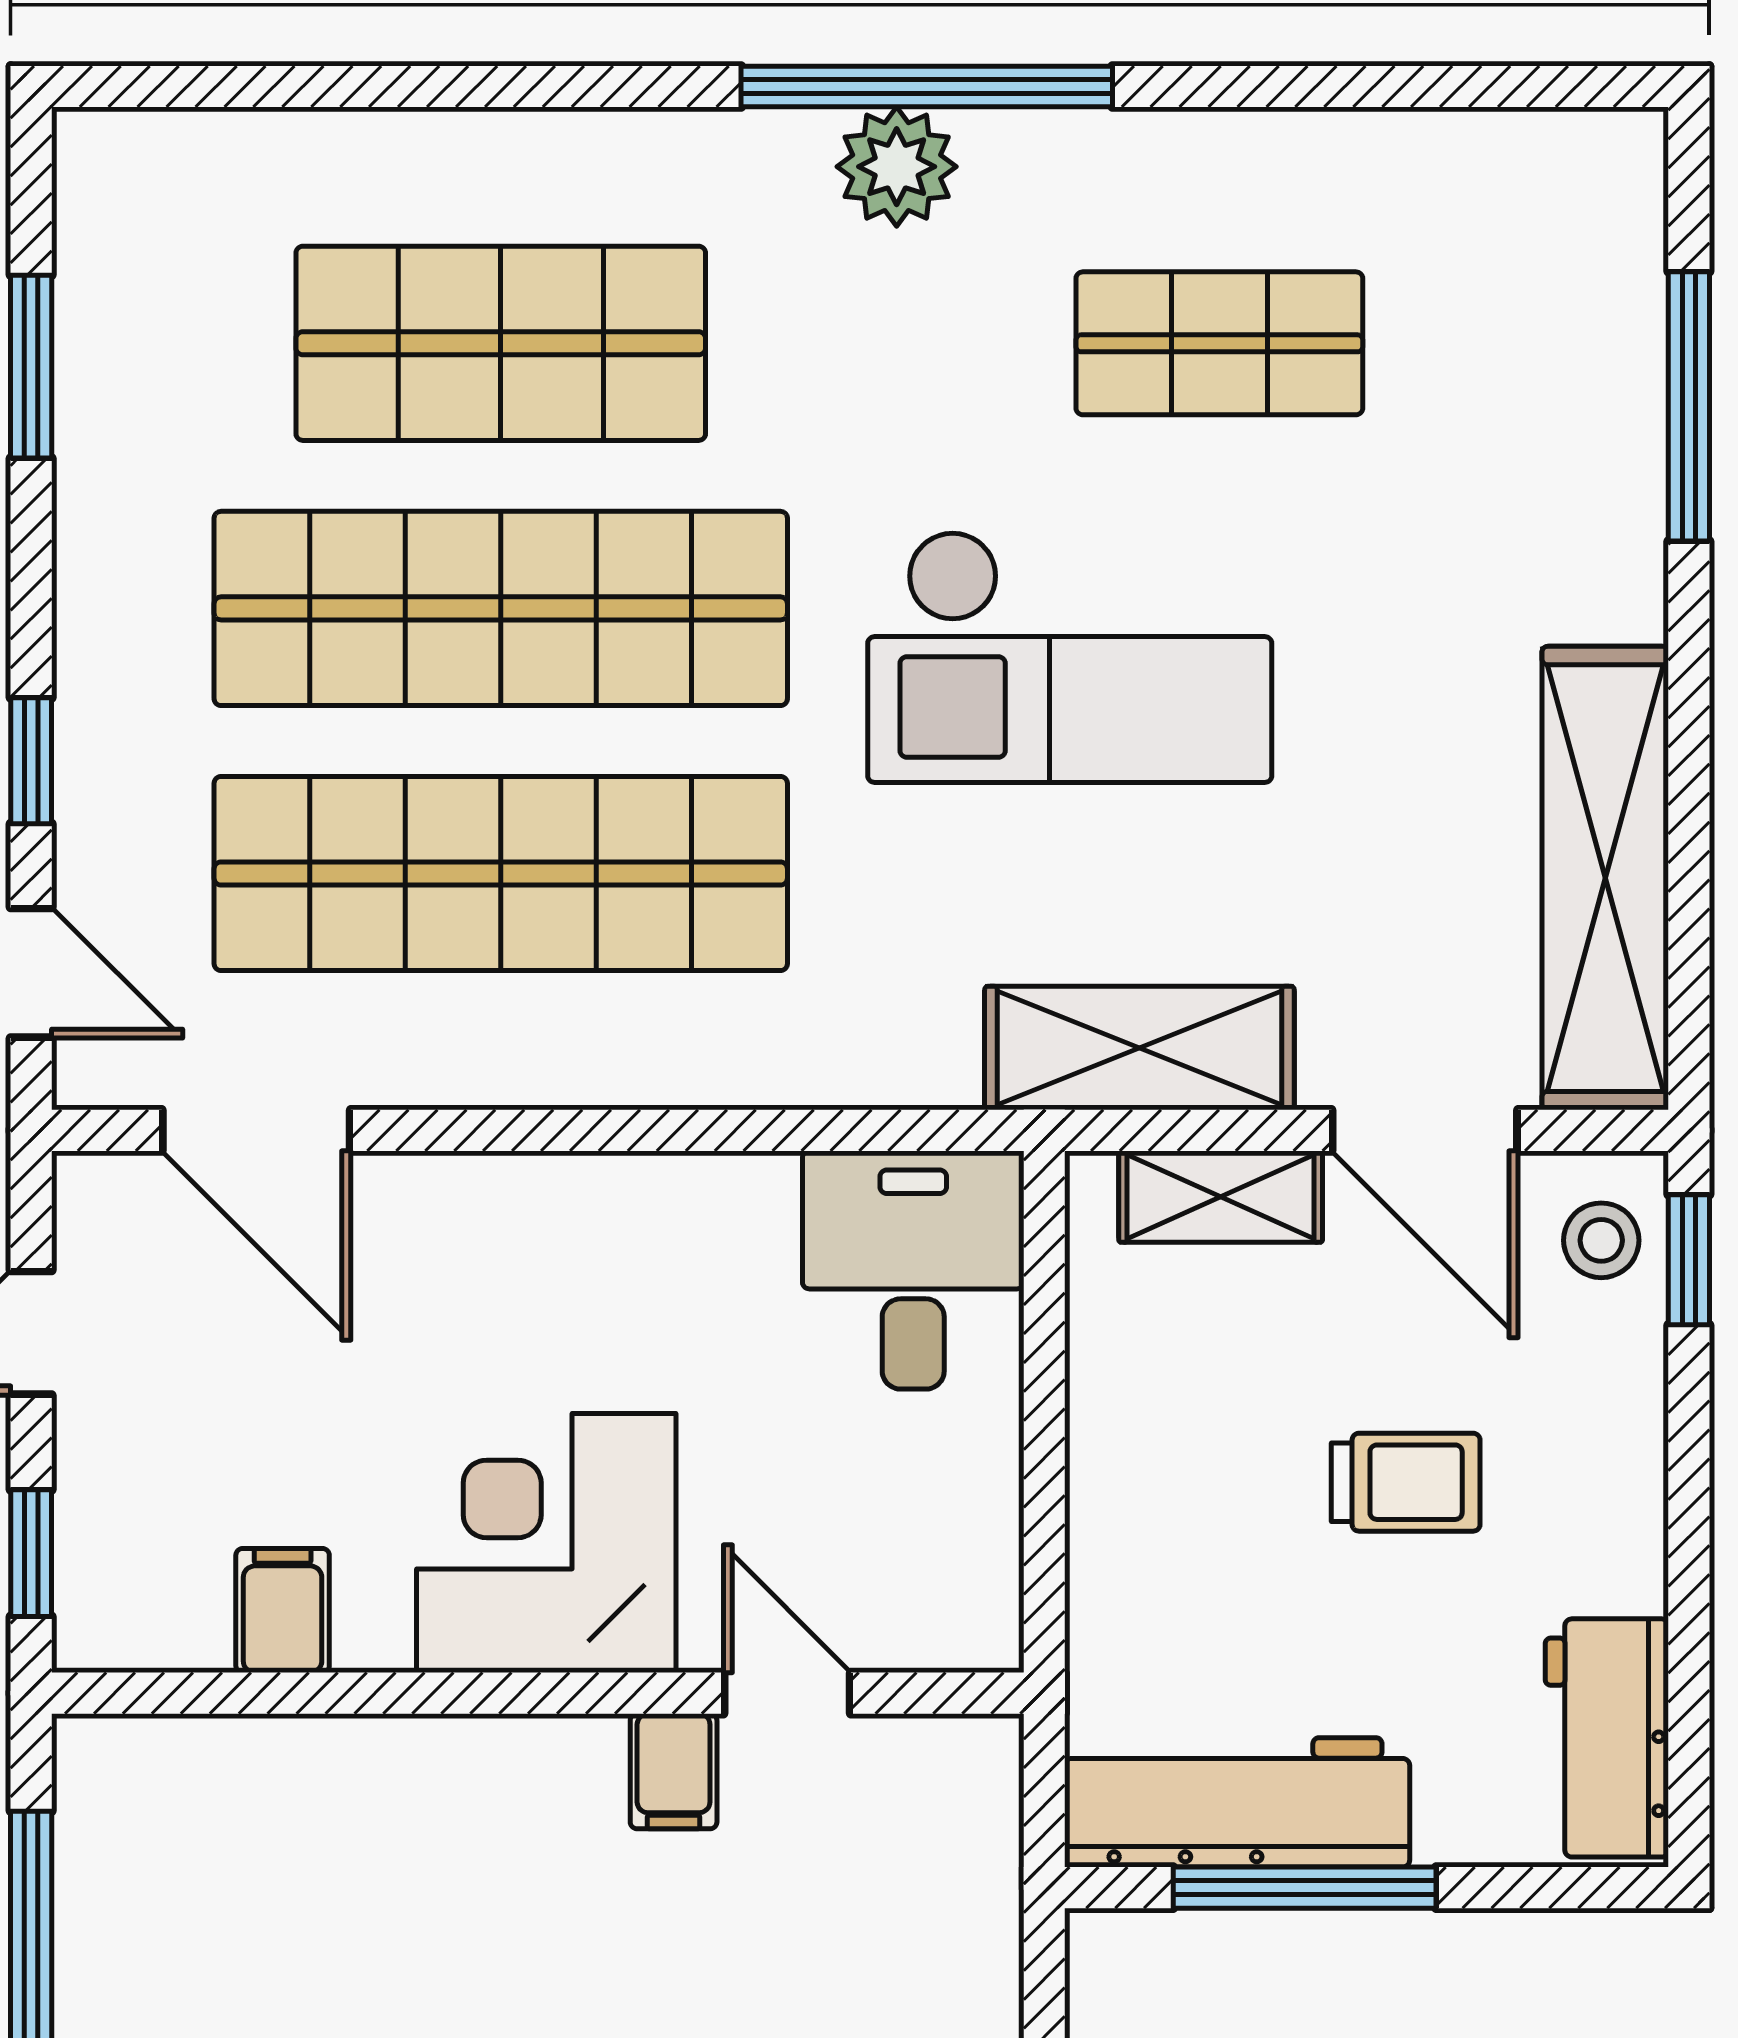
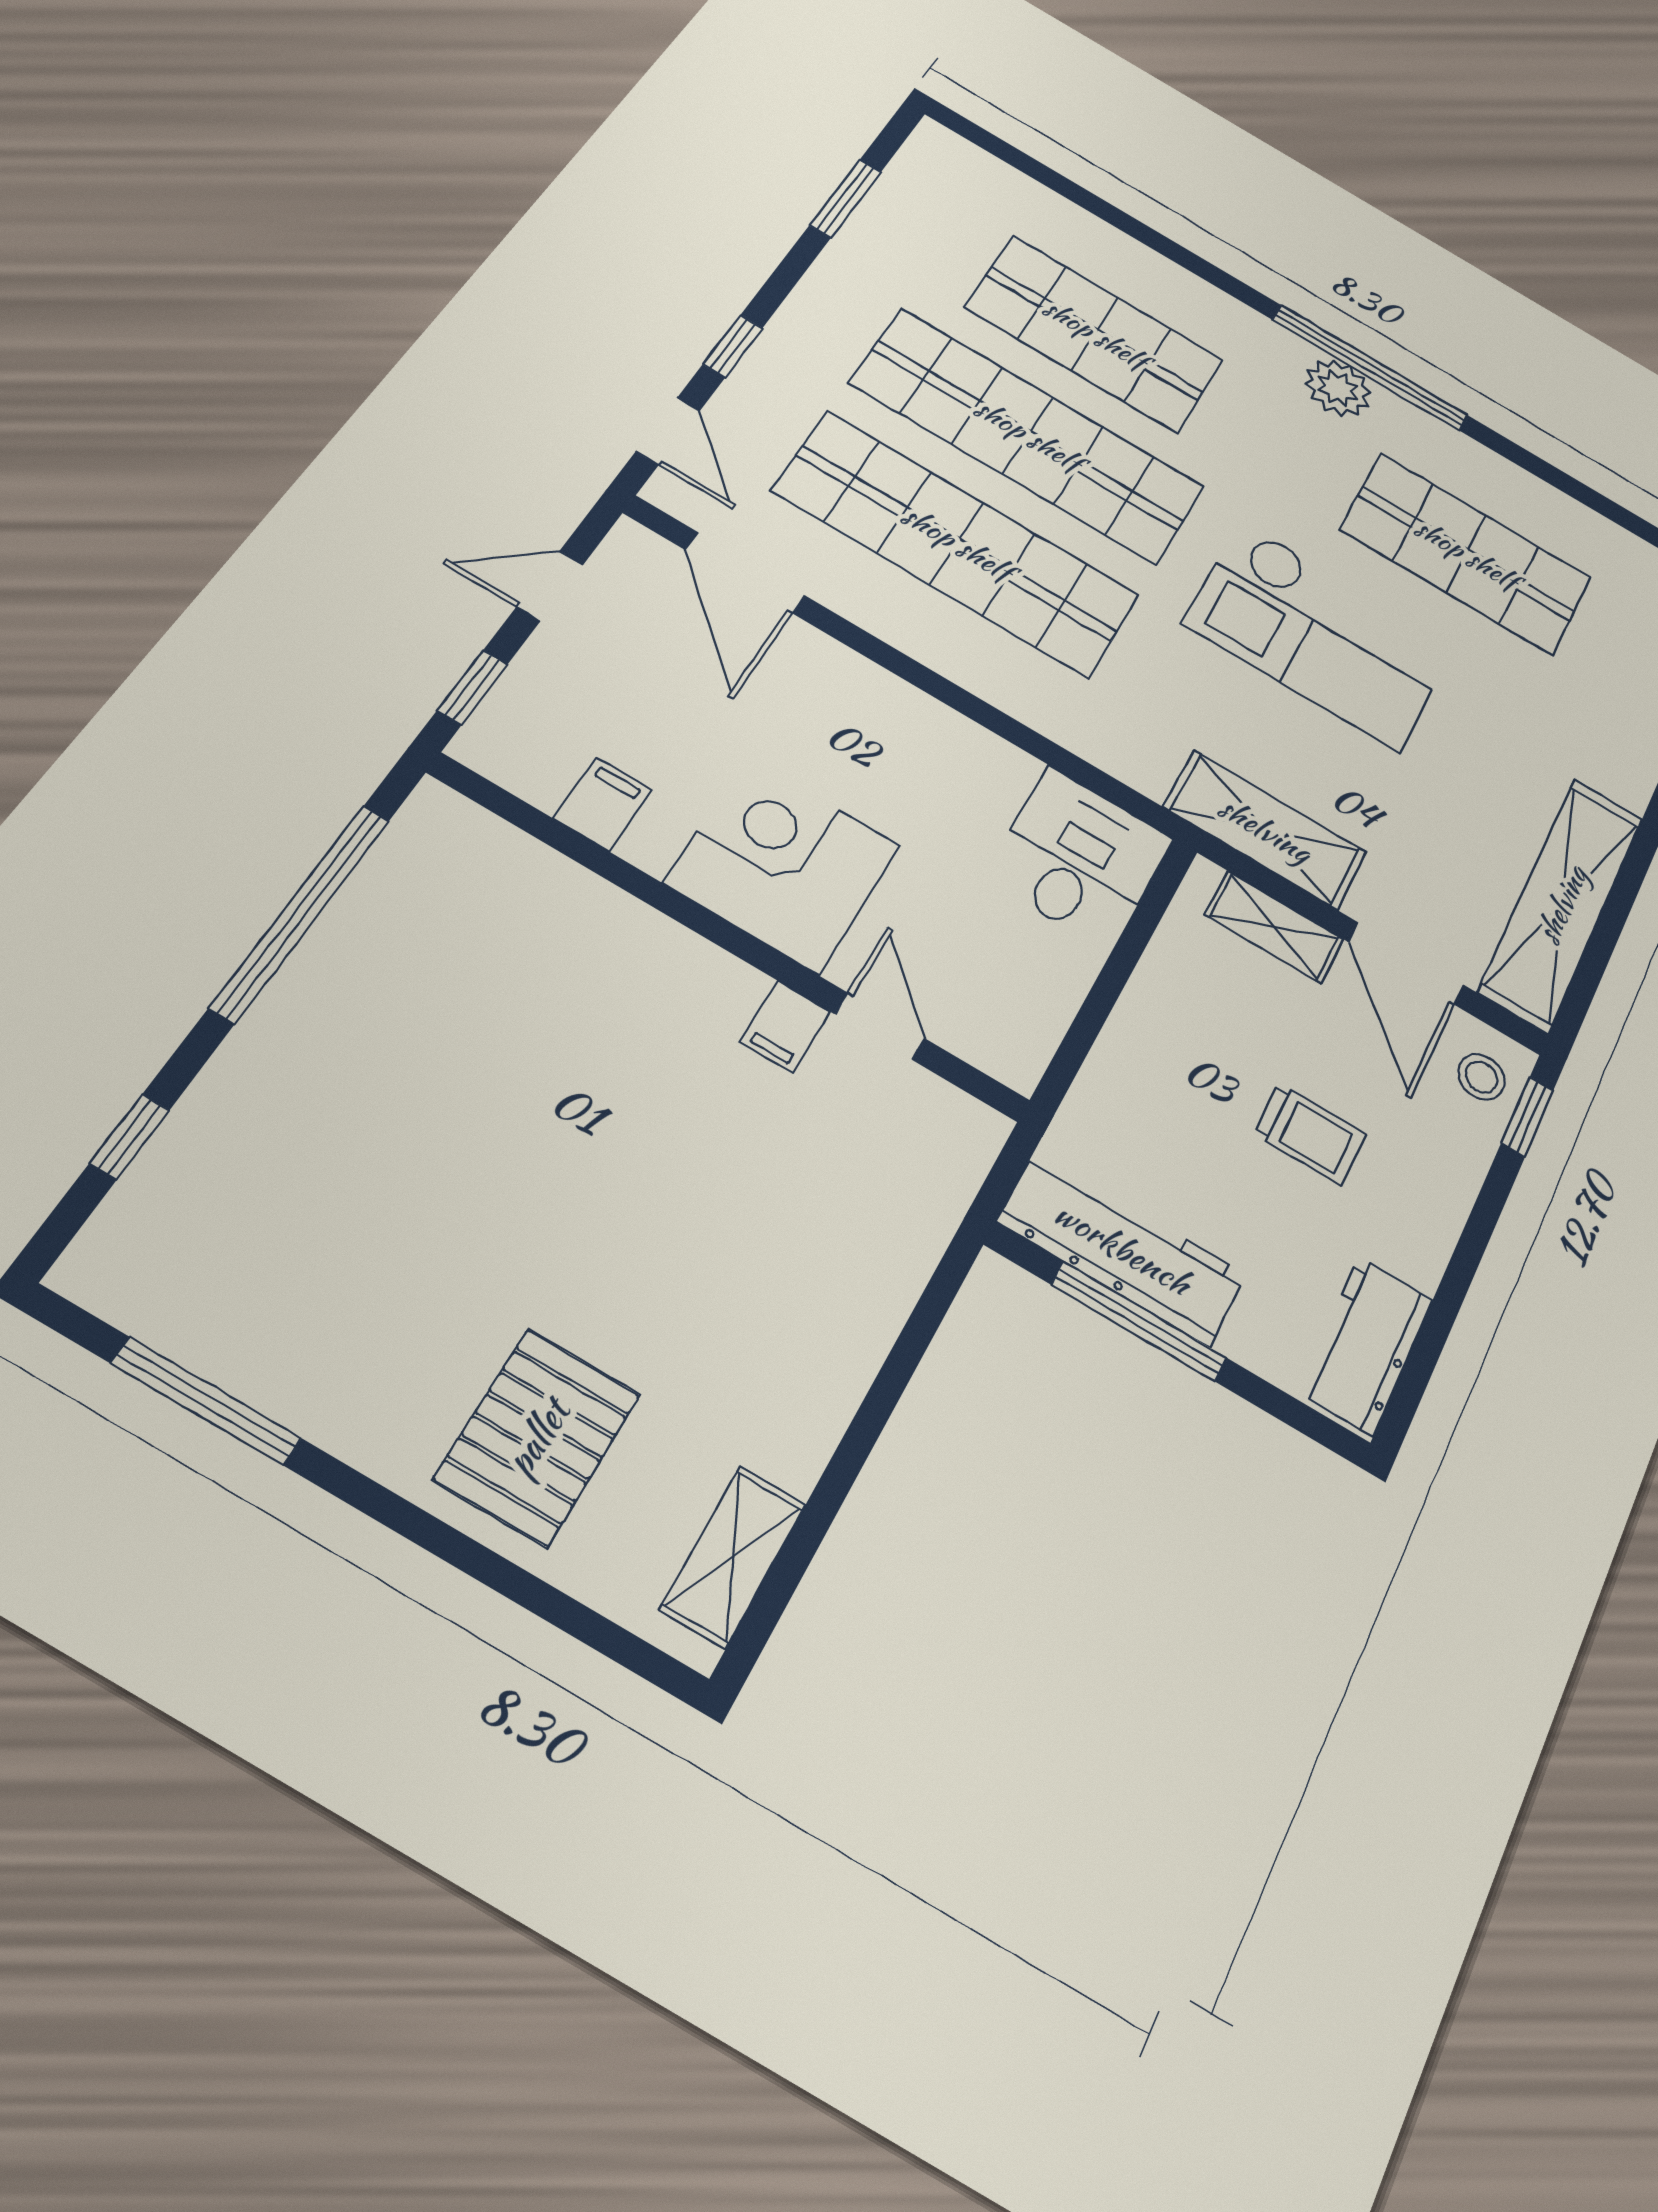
shop shelf: (1219, 343) -> (1466, 554), width x1.43, depth x1.36

